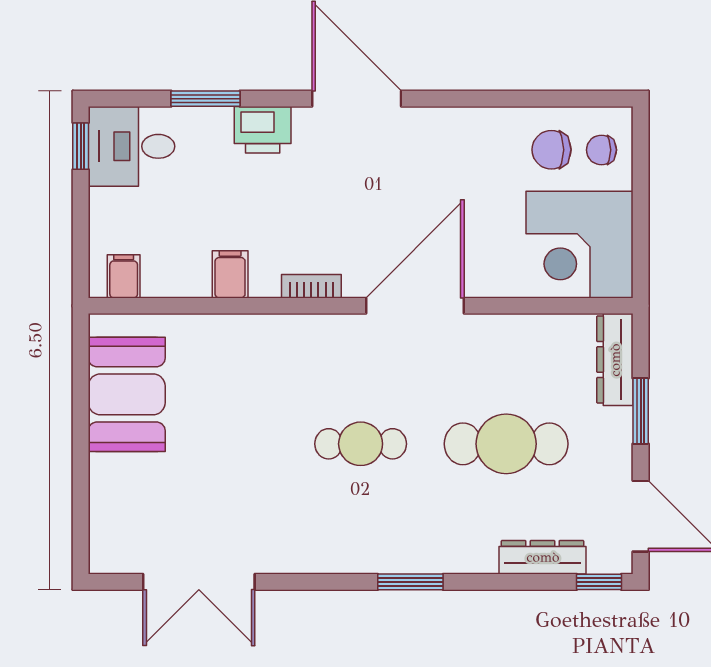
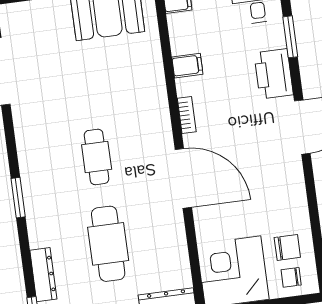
printer: (263, 130) -> (274, 74), width x1.37, depth x1.19
chair: (551, 150) -> (287, 247), turned 90
chair: (601, 150) -> (291, 277), turned -90

